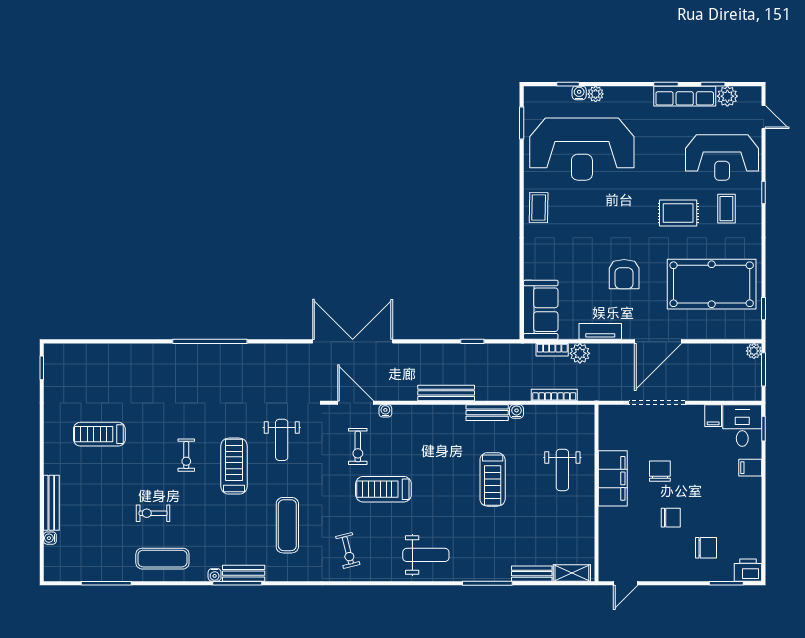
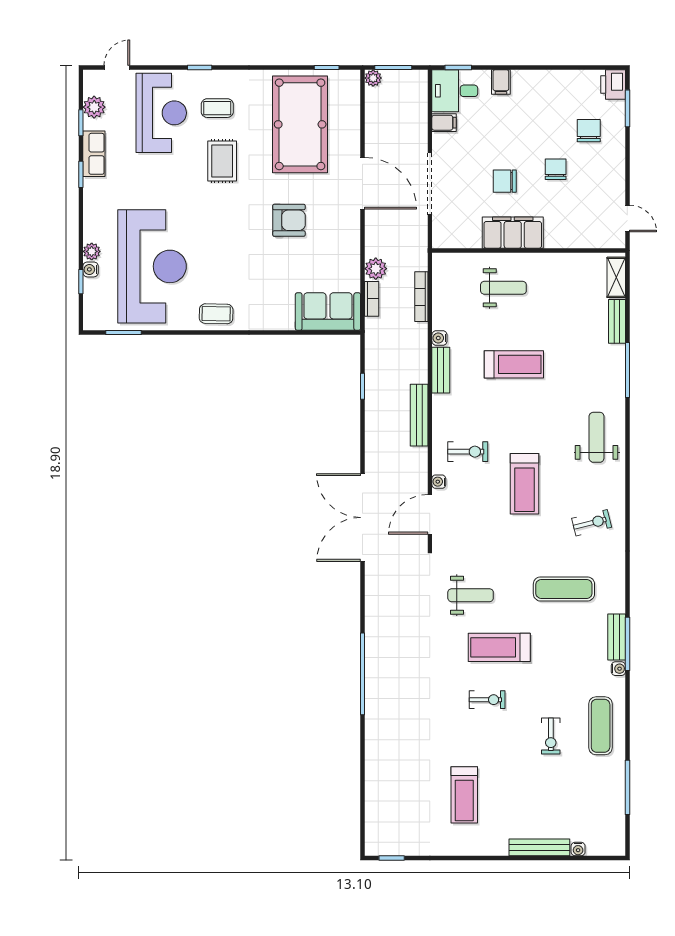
row of seats: (685, 96) -> (94, 154), width x0.68
tv unit: (600, 331) -> (352, 246), removed
exercise bike: (358, 446) -> (468, 452), moved

